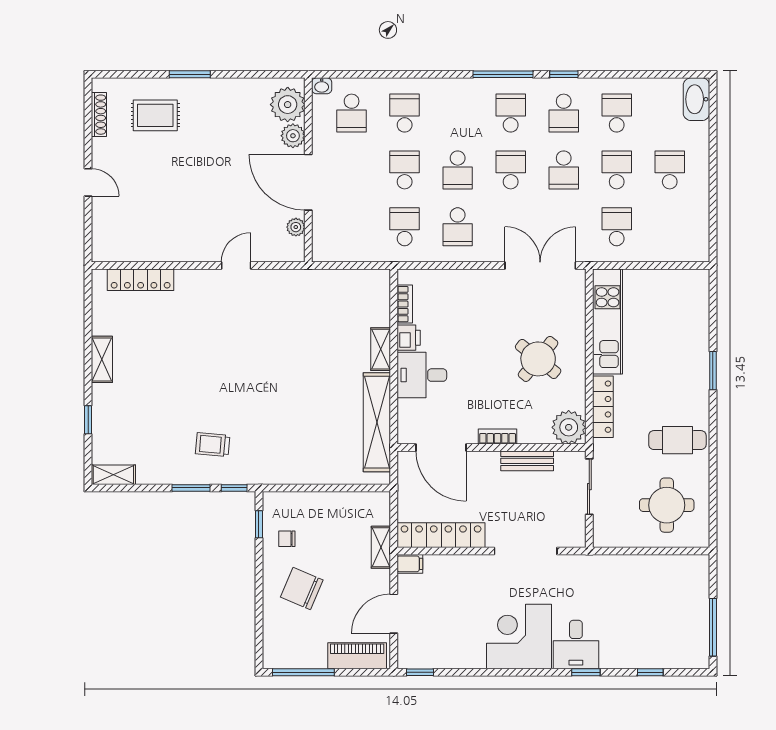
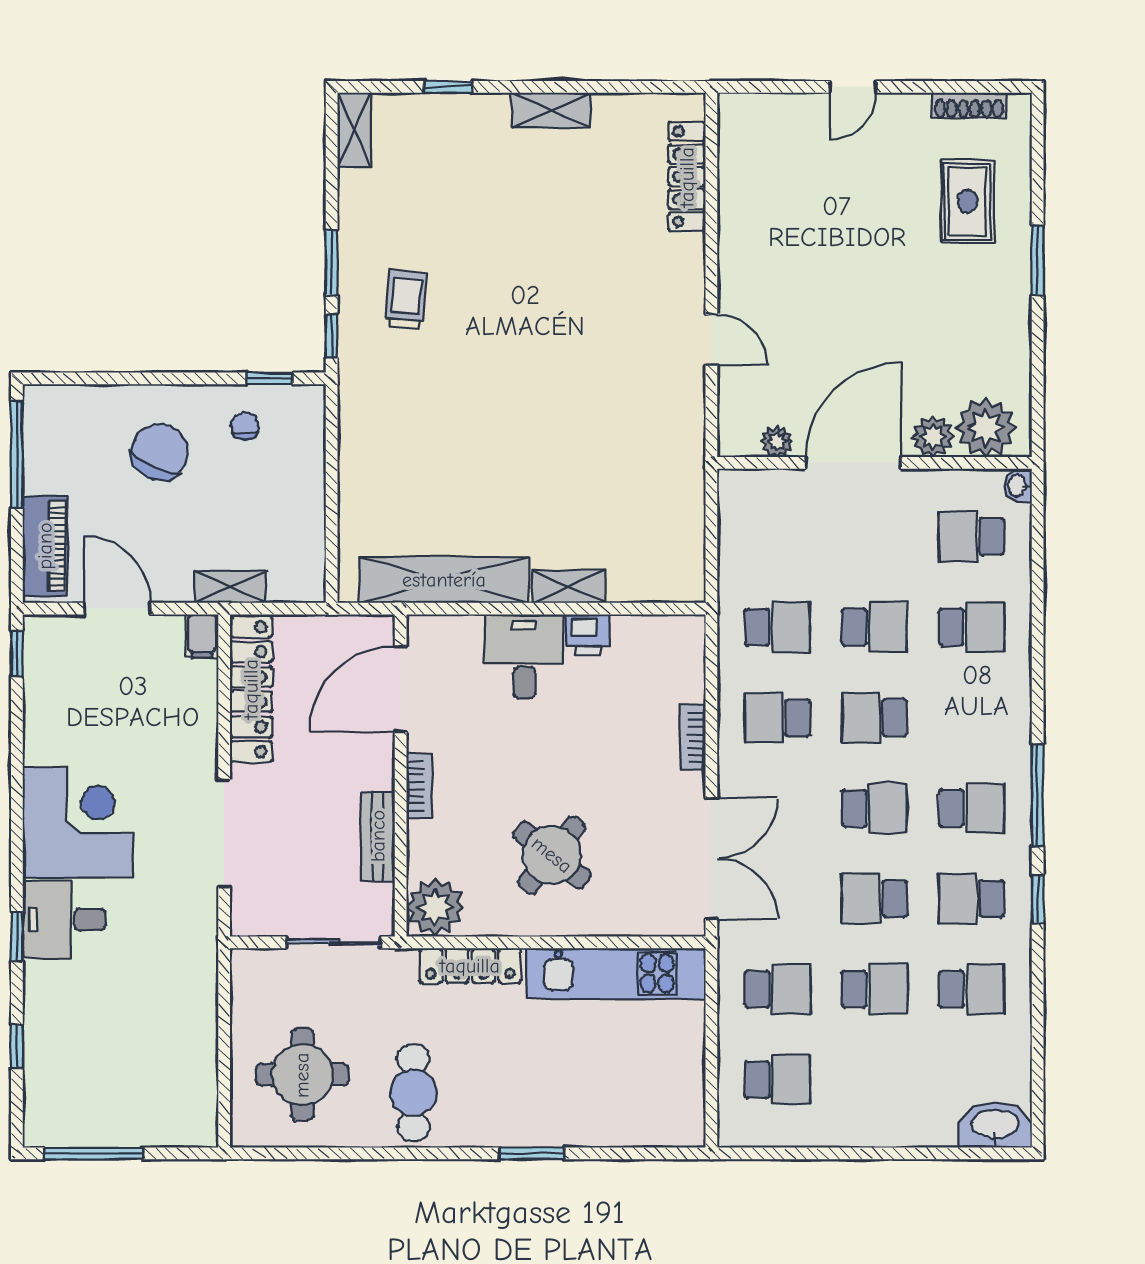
school desk: (670, 170) -> (777, 1080), moved
bookcase: (405, 304) -> (693, 738), moved, turned 90

